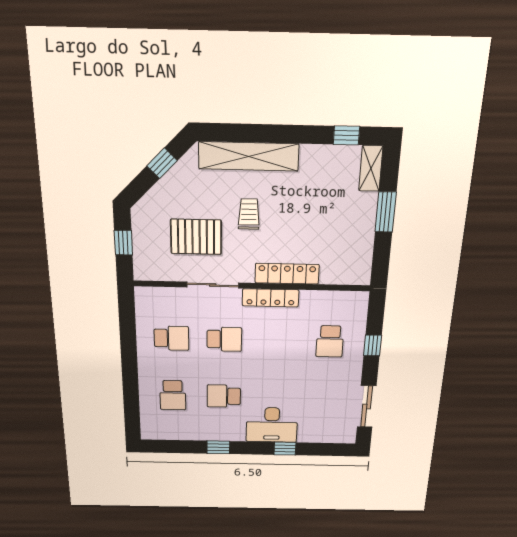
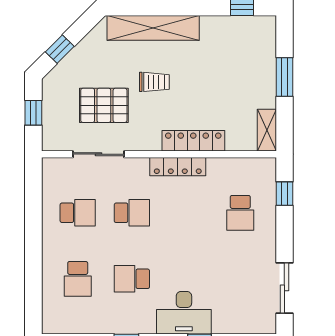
window: (162, 163) -> (60, 49), moved
shelving: (371, 168) -> (267, 130), moved
trolley: (249, 214) -> (154, 82), turned 90
sliding door: (213, 285) -> (98, 154), moved
window: (373, 345) -> (284, 194), moved

